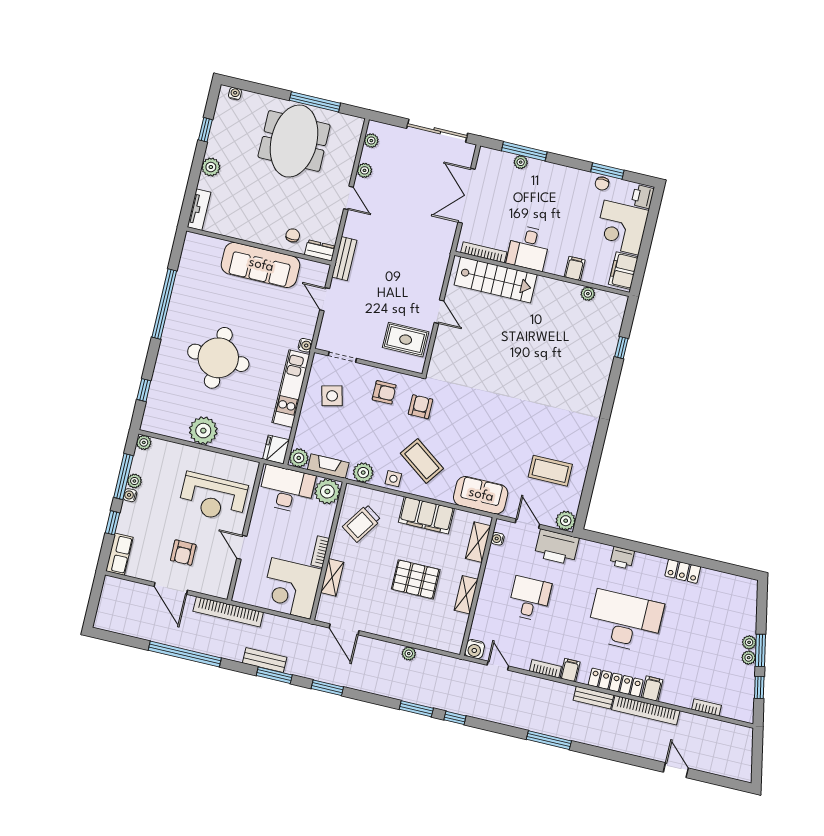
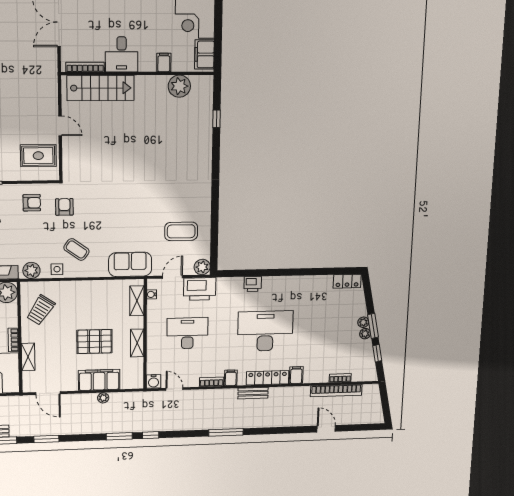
plant: (588, 294) -> (179, 86), width x1.88, depth x1.88
coffee table: (422, 461) -> (76, 250), width x0.73, depth x0.77
filing cabinet: (426, 515) -> (99, 380), moved, turned 180
door: (527, 524) -> (172, 277), hinge flipped
locker: (683, 571) -> (347, 281), moved
desk: (530, 599) -> (187, 333), width x1.37
bookcase: (646, 710) -> (336, 391), moved

